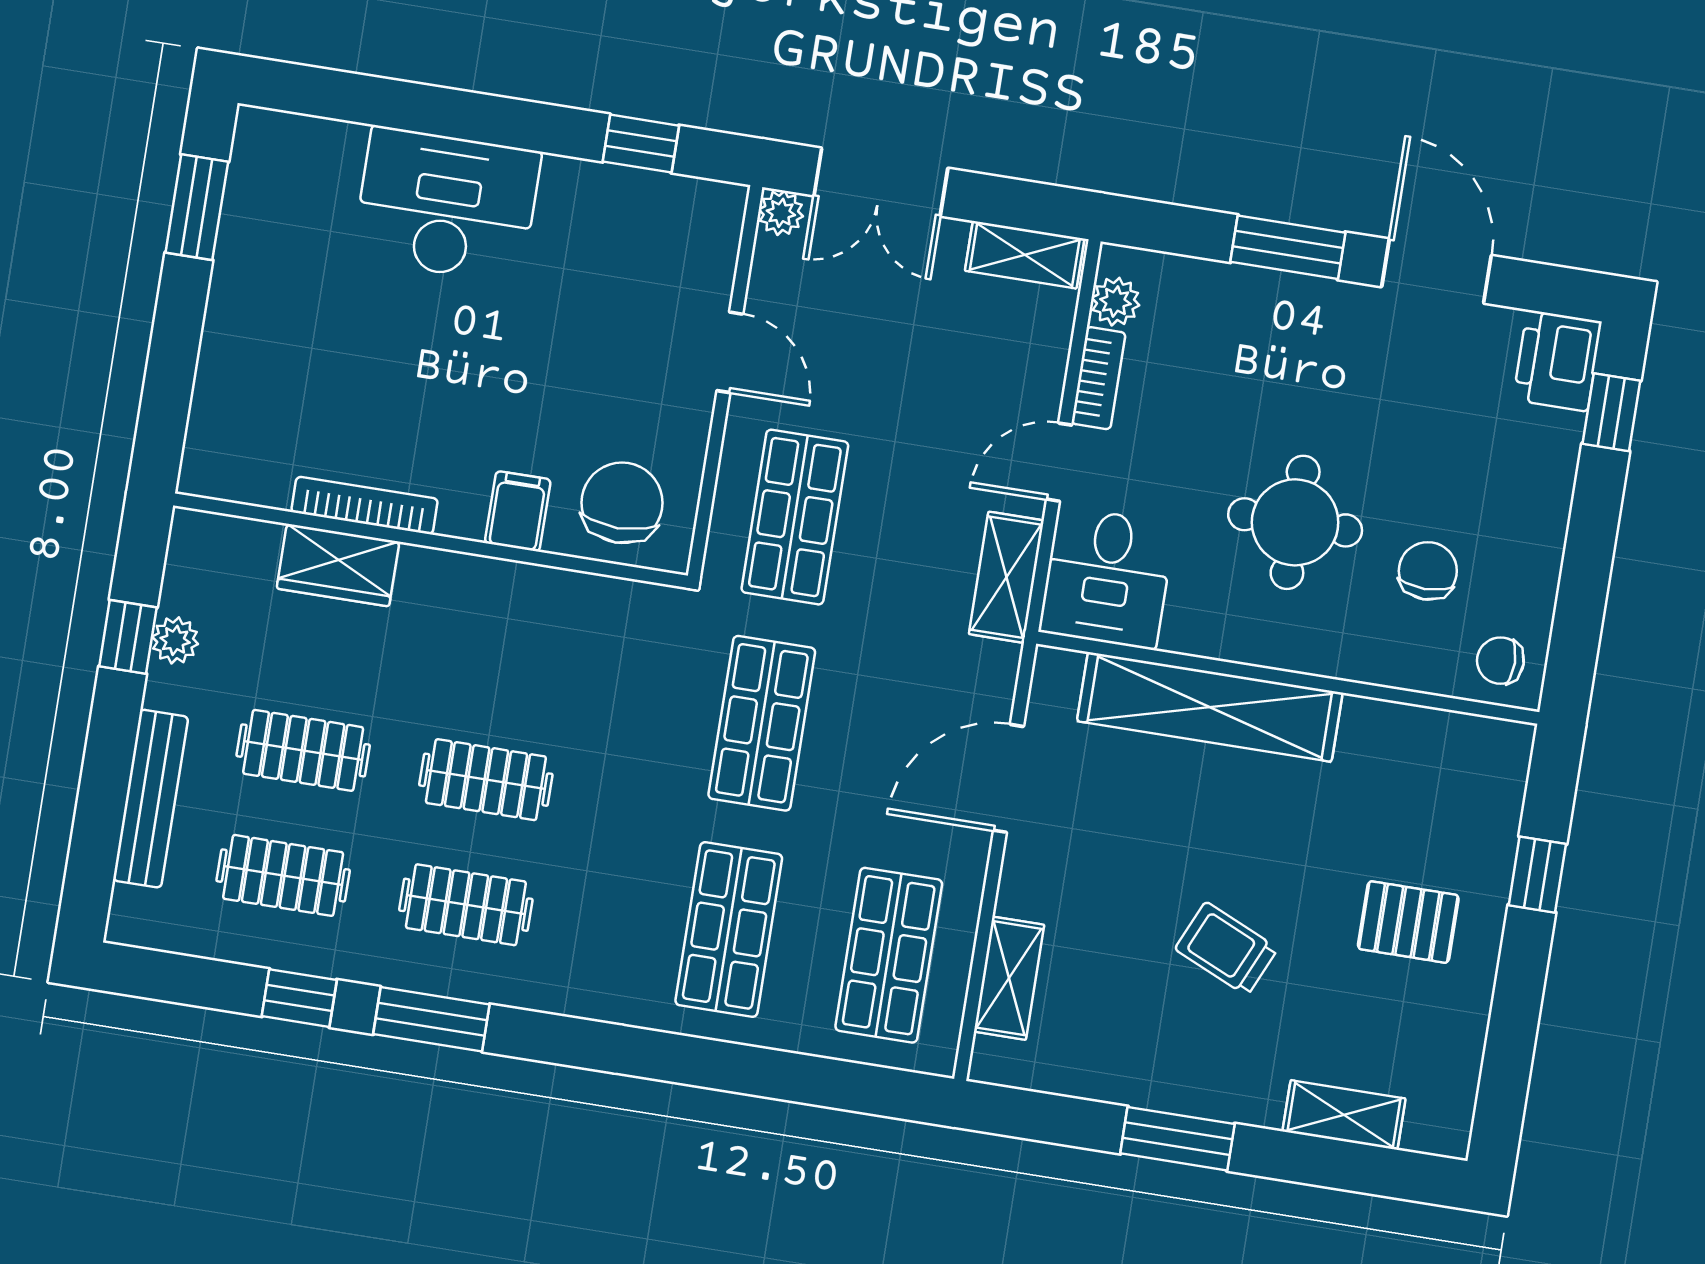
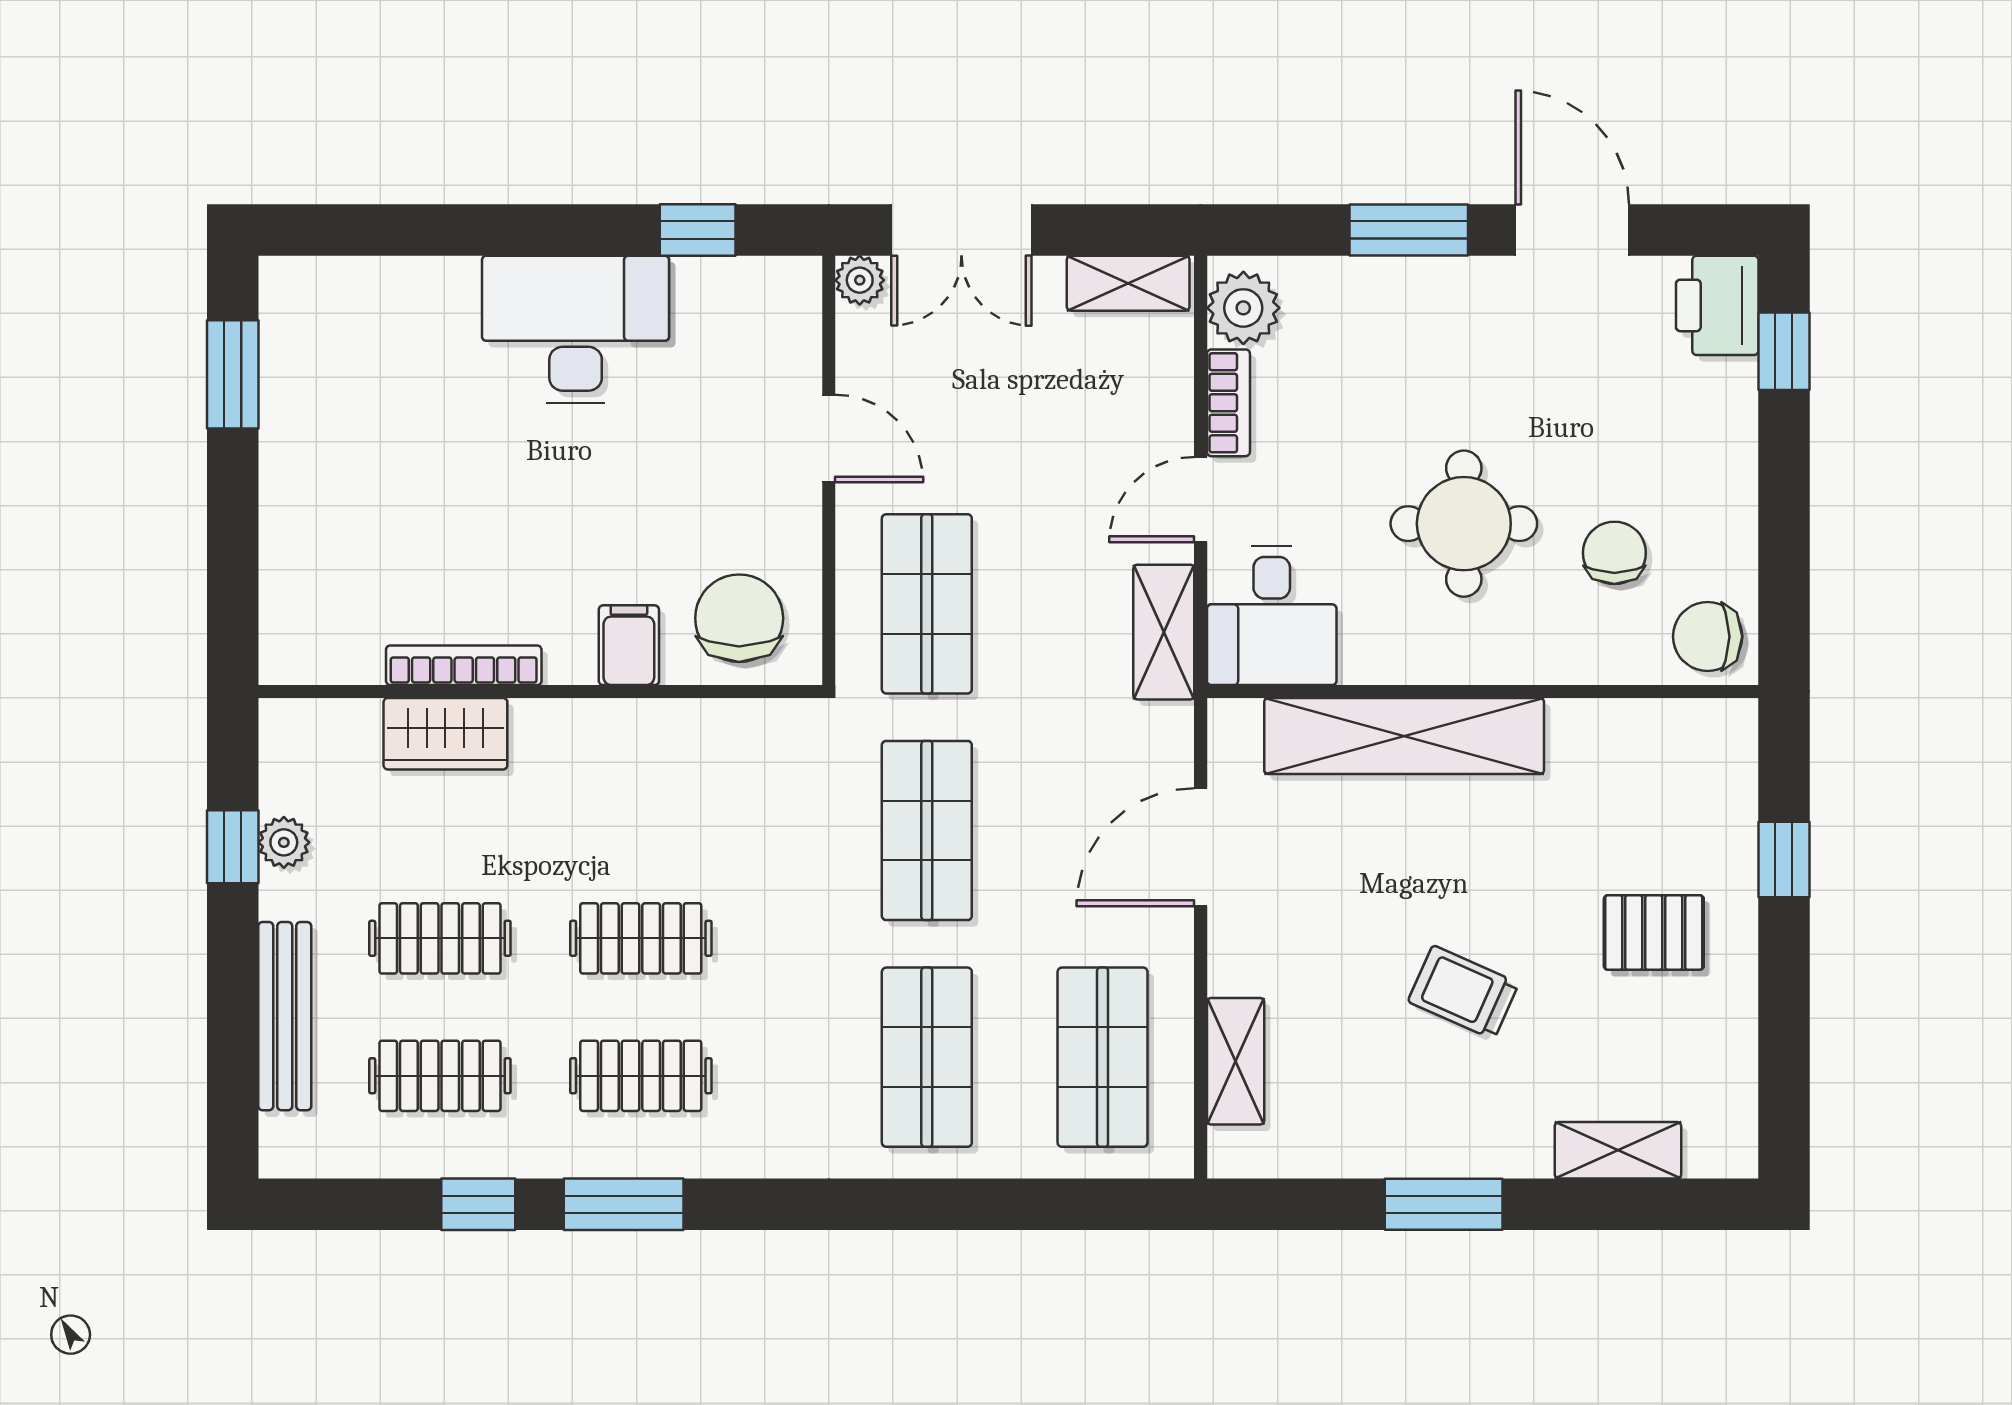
desk: (447, 205) -> (576, 329), moved
plant: (1115, 302) -> (1243, 308), width x1.38, depth x1.38
chair: (1500, 661) -> (1708, 637), width x1.37, depth x1.37

